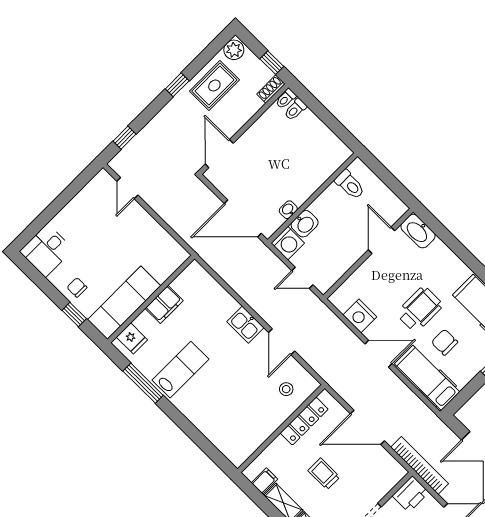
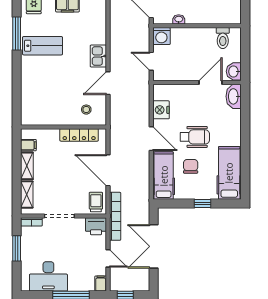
washbasin: (305, 224) -> (234, 71), moved, turned 90
trolley: (324, 474) -> (96, 202), moved

